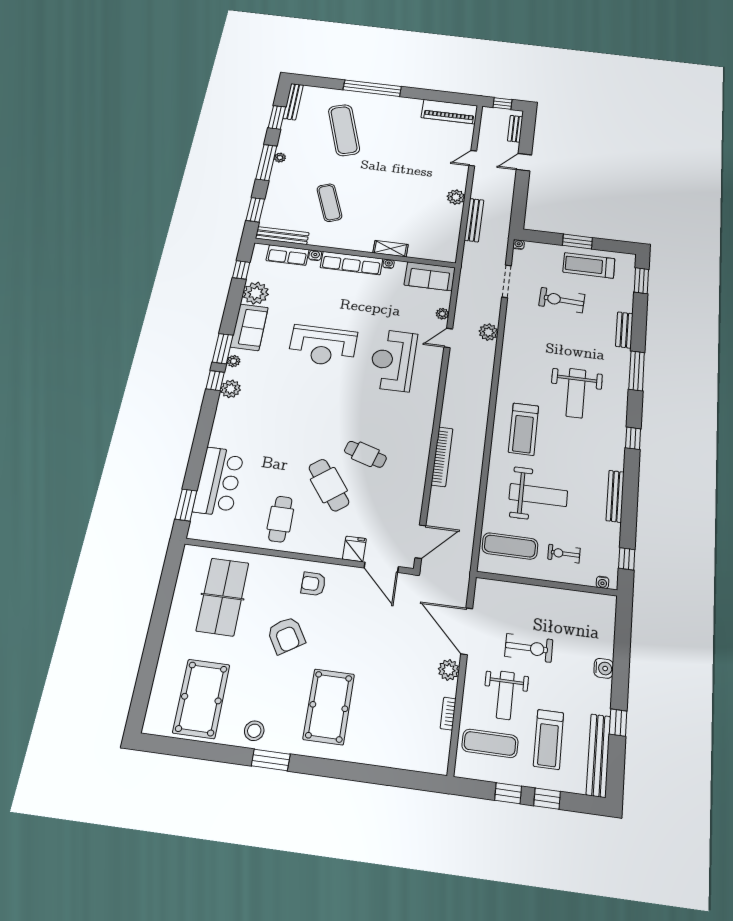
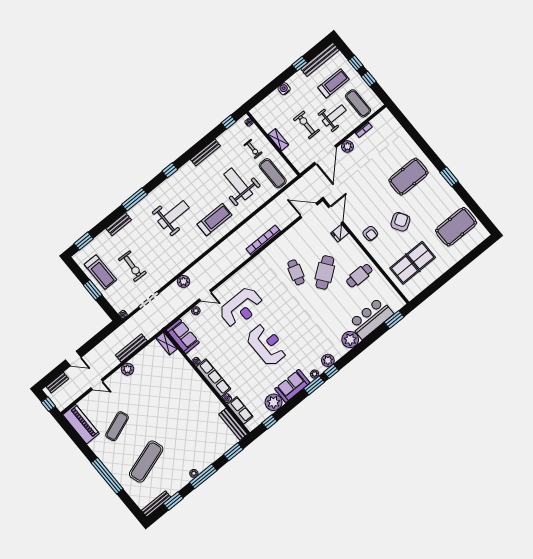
exercise mat: (329, 203) -> (117, 426), moved
shelving: (390, 249) -> (167, 343), moved
plant: (224, 435) -> (350, 340), added
shelving: (545, 595) -> (278, 140), added
stool: (254, 731) -> (446, 194), removed

